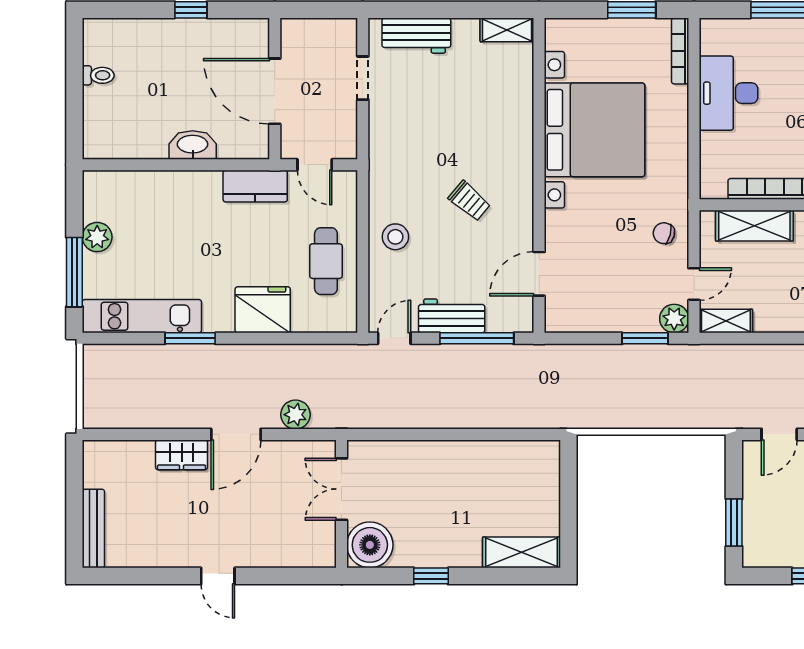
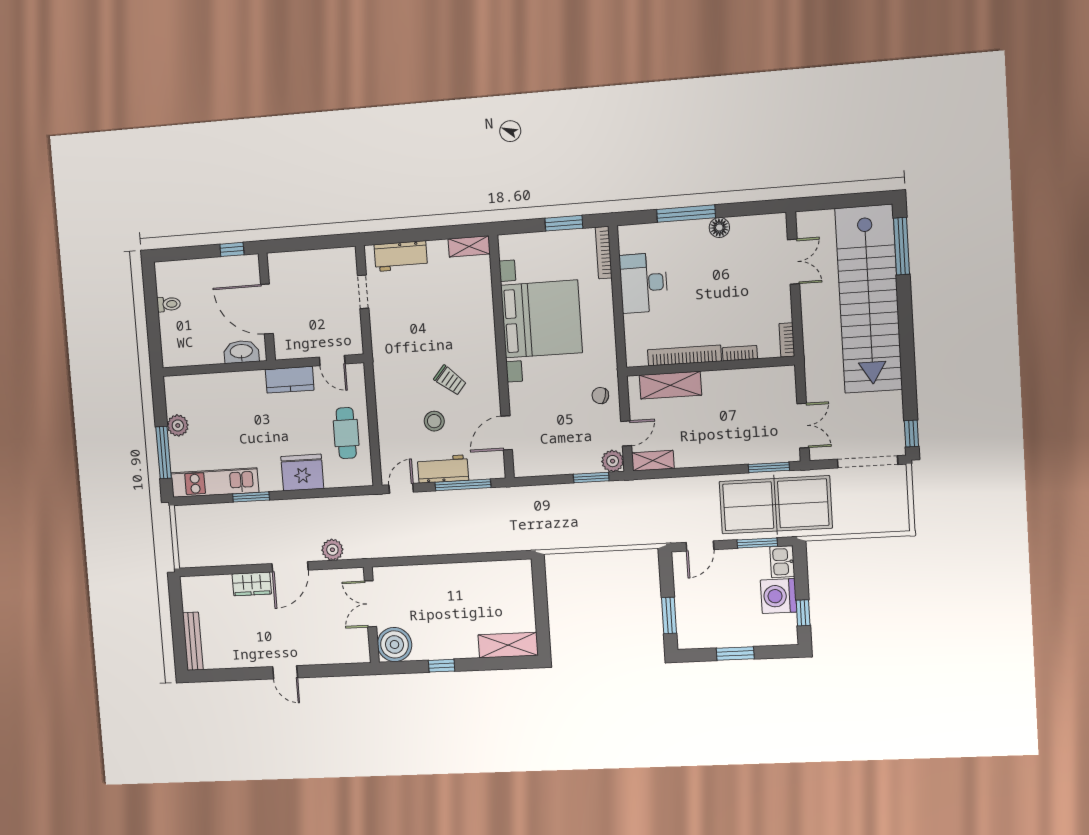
wall: (275, 89) -> (267, 307), moved
door: (275, 91) -> (267, 309), moved
stool: (395, 237) -> (434, 421), moved

